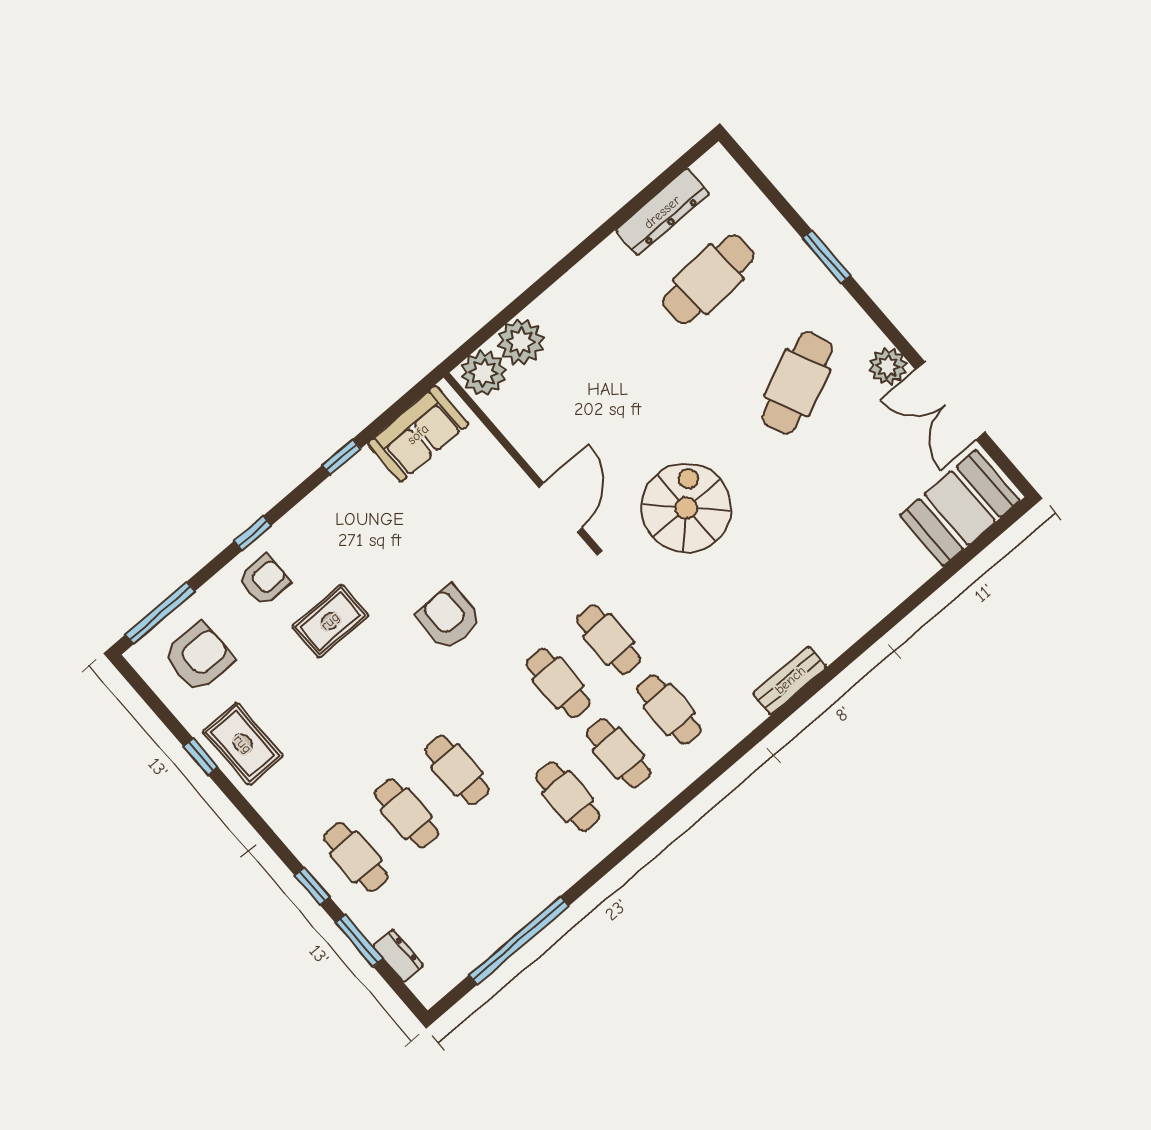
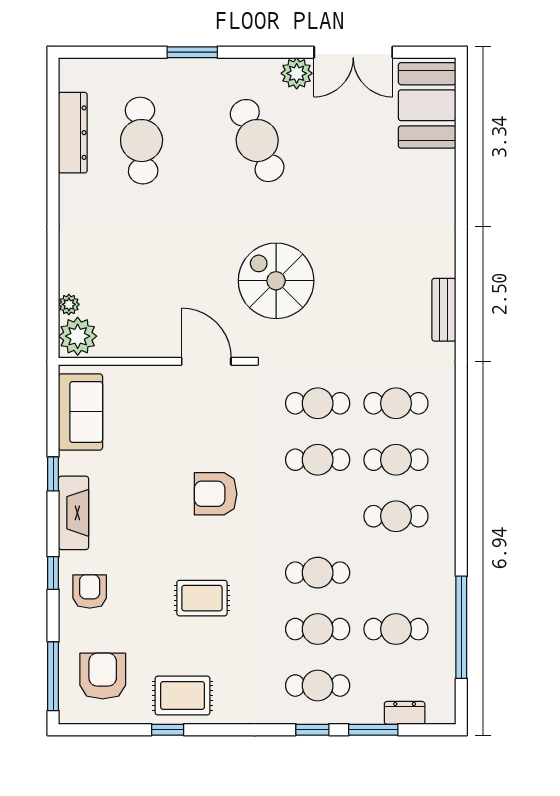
plant: (521, 342) -> (69, 304), width x0.53, depth x0.53
fireplace: (322, 505) -> (74, 513), added
rug: (330, 621) -> (202, 598), moved, turned 90
cafe table: (467, 884) -> (396, 629), added

